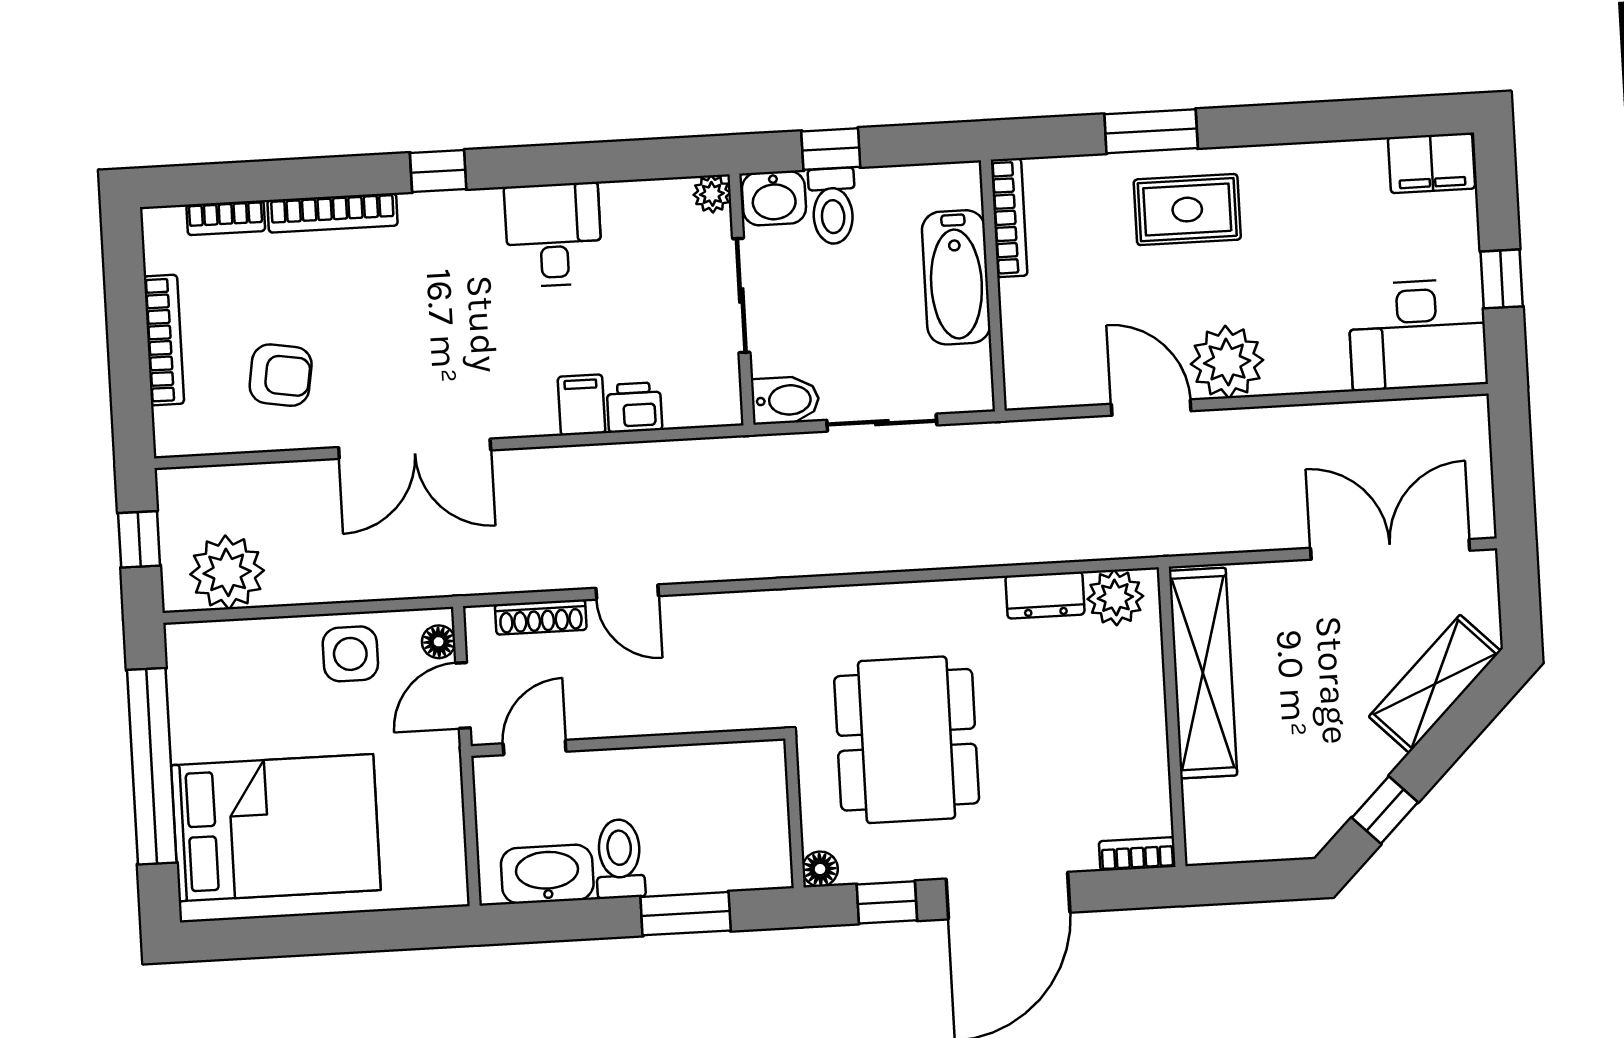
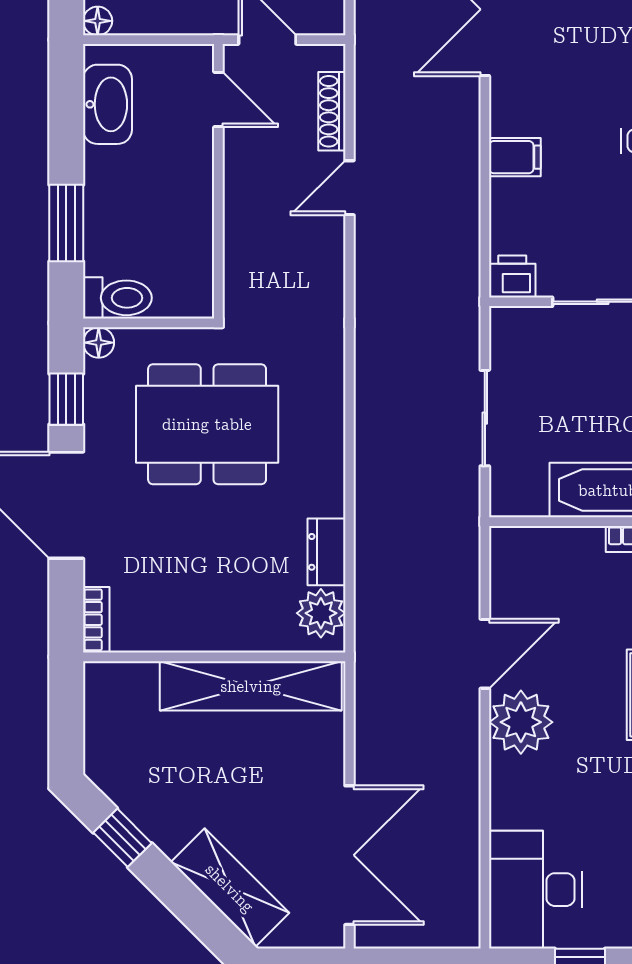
bidet: (785, 400) -> (509, 335), removed
printer: (634, 407) -> (512, 276), moved, turned -90
floor lamp: (439, 642) -> (98, 21), moved
toilet: (620, 859) -> (117, 298), moved

